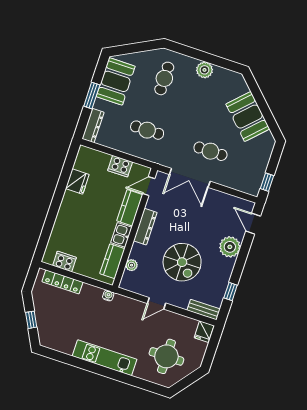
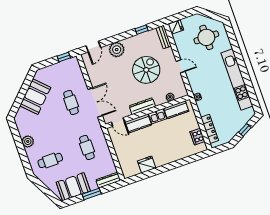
cooker: (120, 166) -> (119, 147), removed
kitchen unit: (105, 358) -> (237, 79), width x1.36

